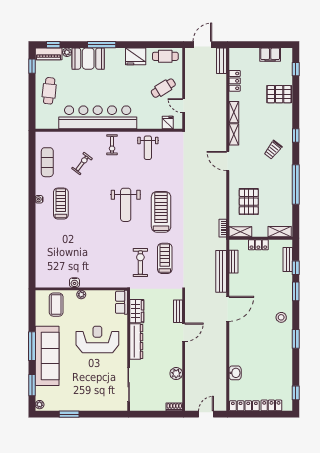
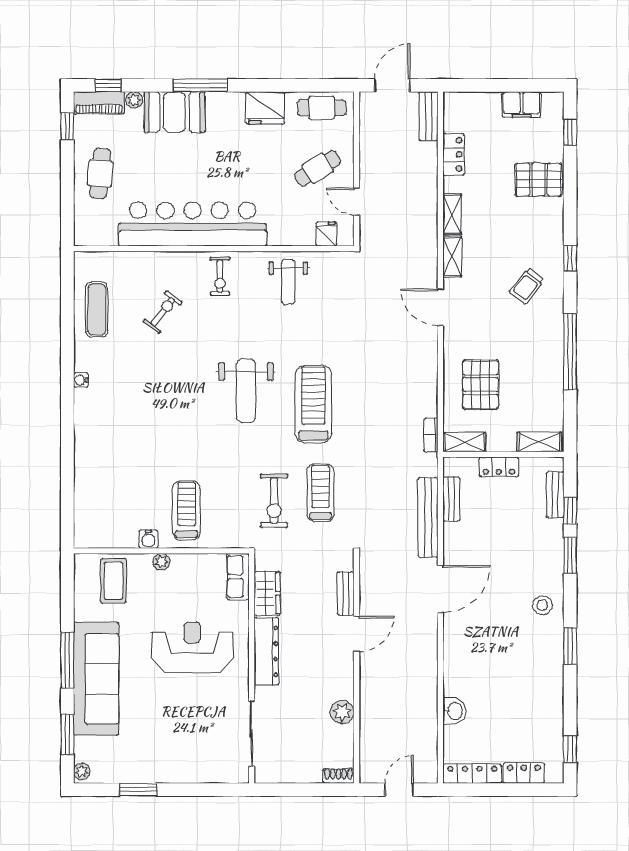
treadmill: (61, 204) -> (186, 510), moved
exercise bike: (140, 263) -> (274, 501), turned 180

